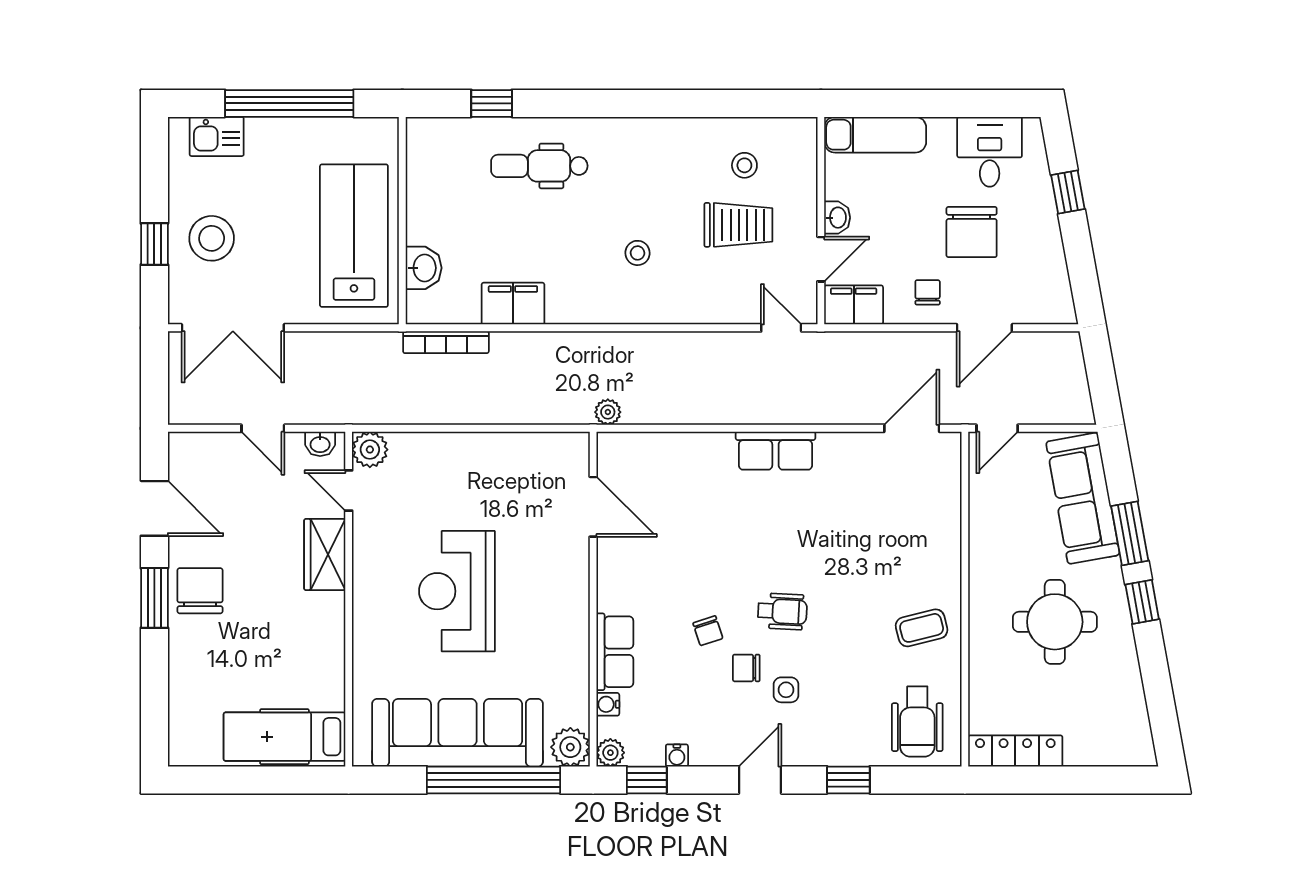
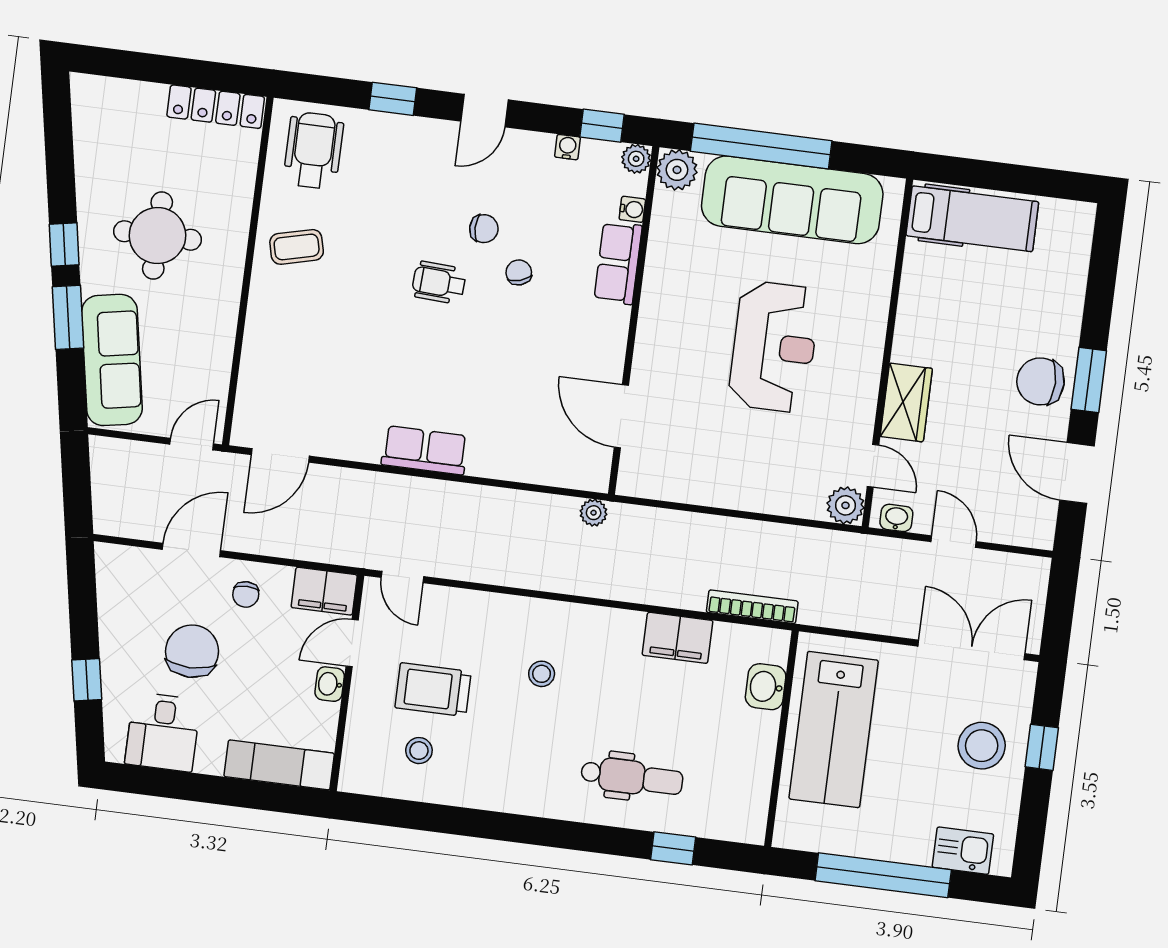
chair: (200, 591) -> (1041, 381), turned 90
side table: (786, 690) -> (445, 201), removed

